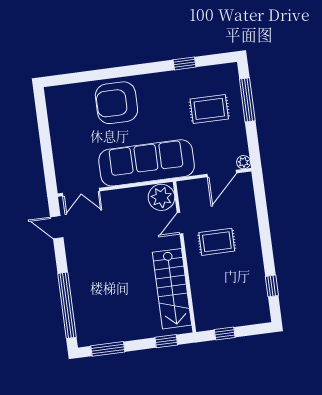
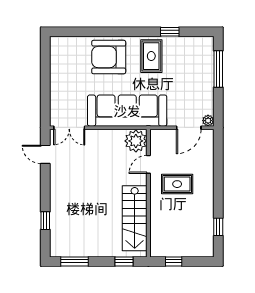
rug: (209, 109) -> (151, 56), moved, turned 90
window: (67, 305) -> (45, 221), width x0.32

